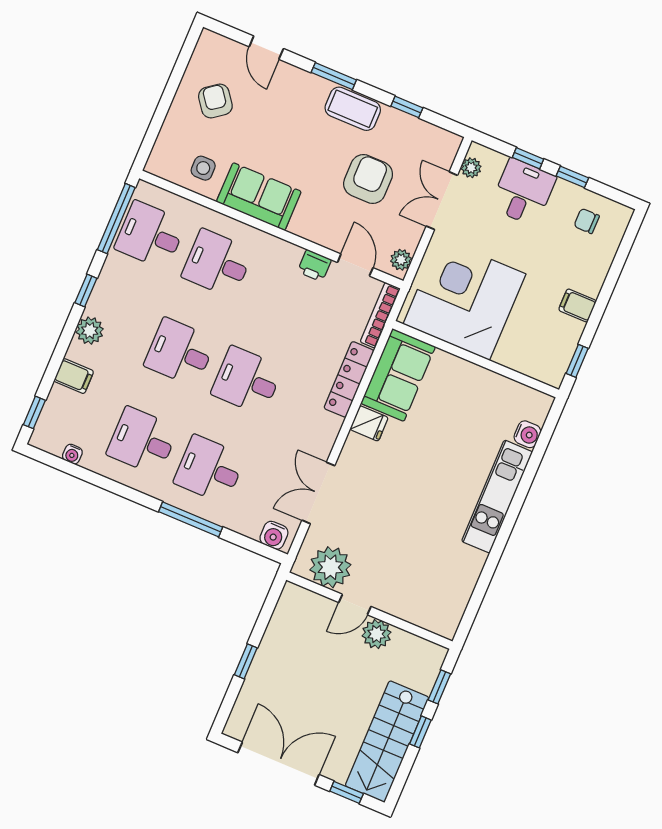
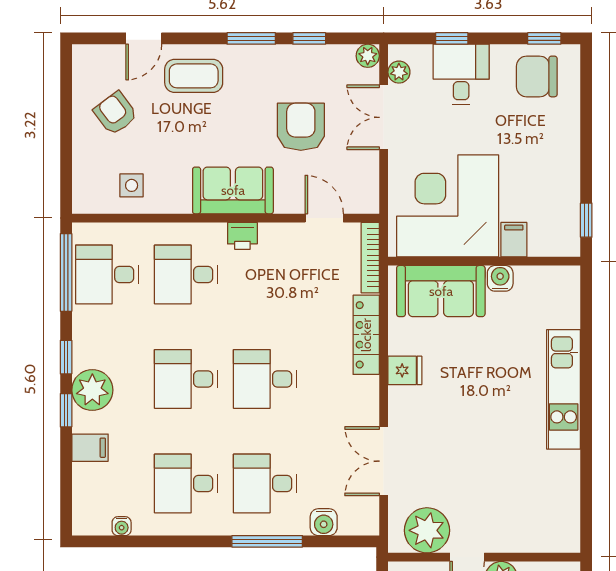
door: (266, 48) -> (144, 38), hinge flipped
window: (334, 76) -> (251, 38), moved
coffee table: (353, 109) -> (194, 76), moved
window: (572, 177) -> (544, 38), moved
sofa: (259, 197) -> (233, 190), moved
chair: (587, 221) -> (537, 76), width x1.87, depth x1.87
plant: (401, 260) -> (368, 56), moved
printer: (314, 266) -> (242, 236), moved
filing cabinet: (577, 305) -> (514, 240), moved, turned 90
plant: (90, 331) -> (92, 390), width x1.36, depth x1.36
sofa: (398, 375) -> (441, 291), moved, turned 90
window: (34, 412) -> (66, 410), moved
water cooler: (527, 434) -> (500, 278), moved, turned -90
water cooler: (274, 535) -> (324, 522), moved

